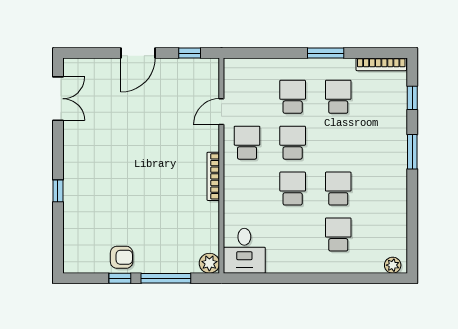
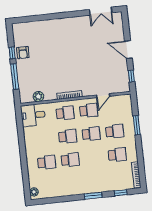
window: (326, 53) -> (137, 125), moved
door: (221, 112) -> (103, 96), swing flipped
school desk: (247, 189) -> (65, 113), added
window: (58, 191) -> (53, 16), removed
plant: (209, 263) -> (38, 96), moved

